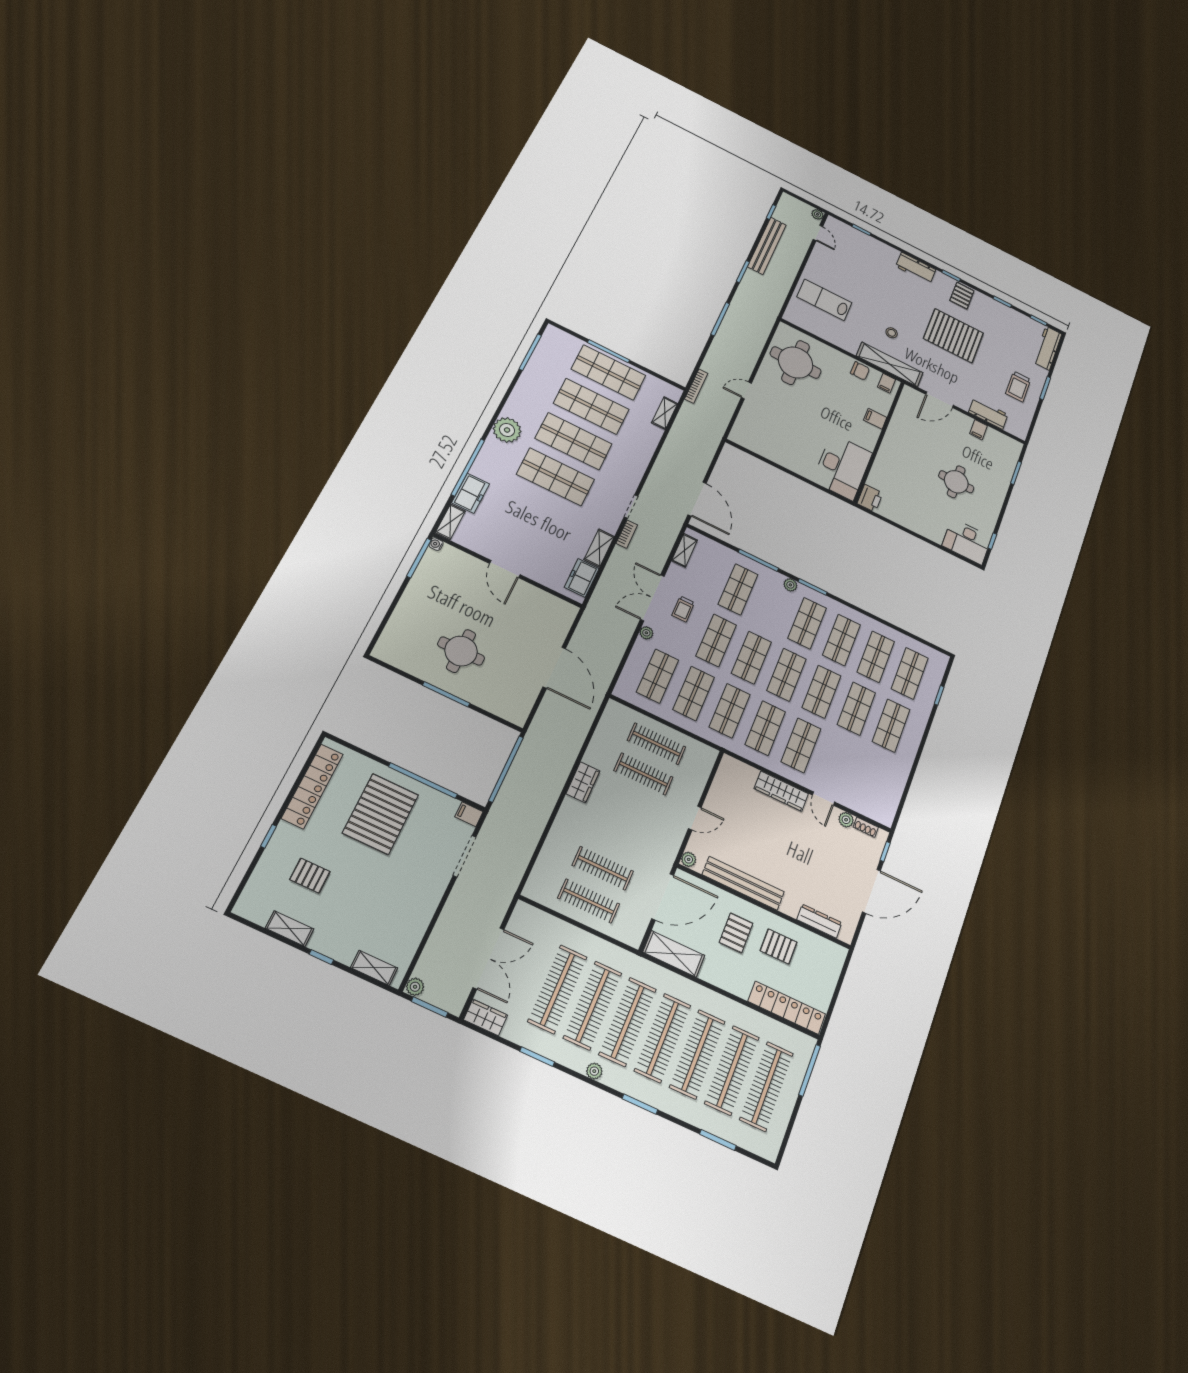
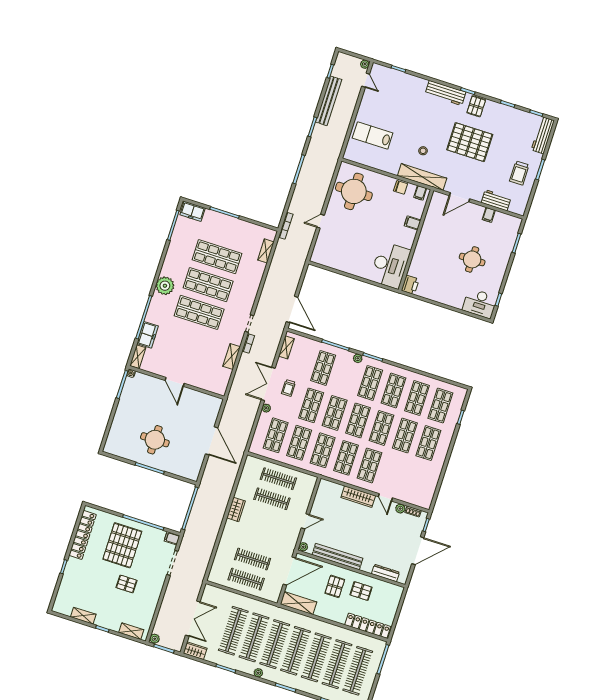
workbench: (916, 268) -> (445, 93), width x1.38
shop shelf: (609, 372) -> (226, 229), removed
freezer: (582, 578) -> (193, 211), moved, turned -90
pallet: (310, 876) -> (127, 584), moved

